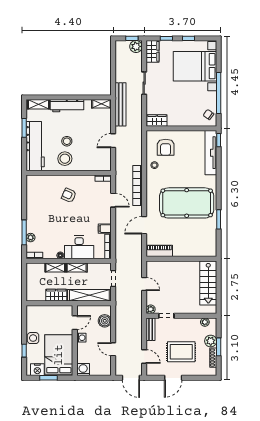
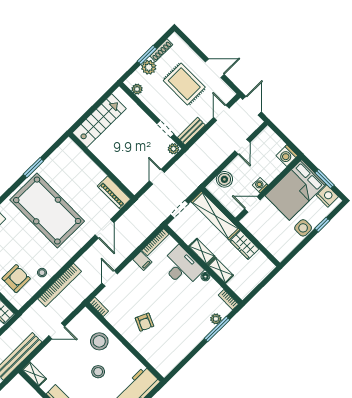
stool: (65, 159) -> (99, 341), moved
bookcase: (138, 185) -> (60, 285), moved
door: (144, 225) -> (105, 229), hinge flipped

